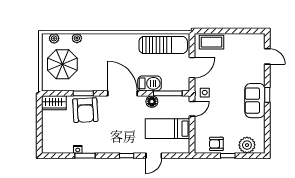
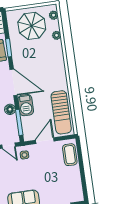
door: (192, 68) -> (45, 141), swing flipped
door: (122, 93) -> (14, 82), hinge flipped

